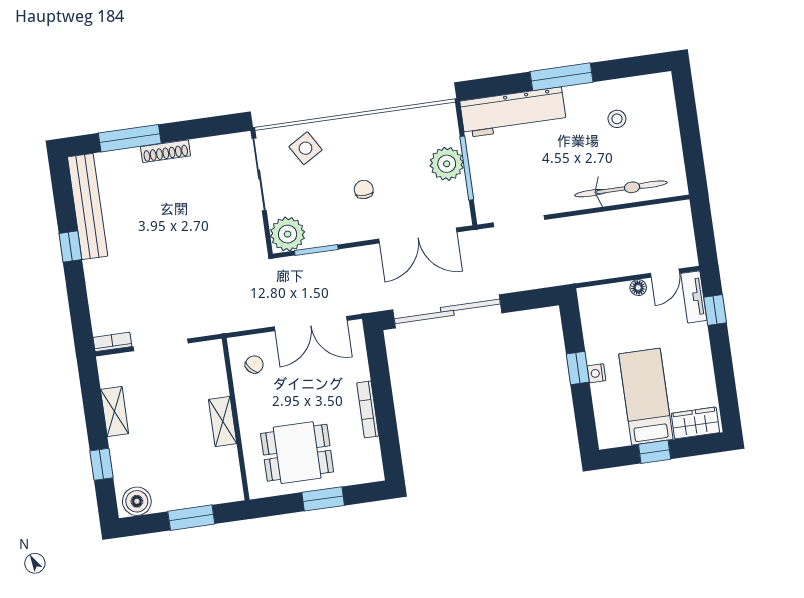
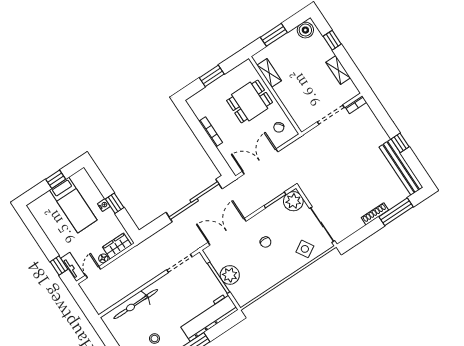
shelving: (223, 422) -> (269, 73), moved
wardrobe: (695, 423) -> (117, 246), moved, turned 180
dining table: (297, 453) -> (250, 101), moved

